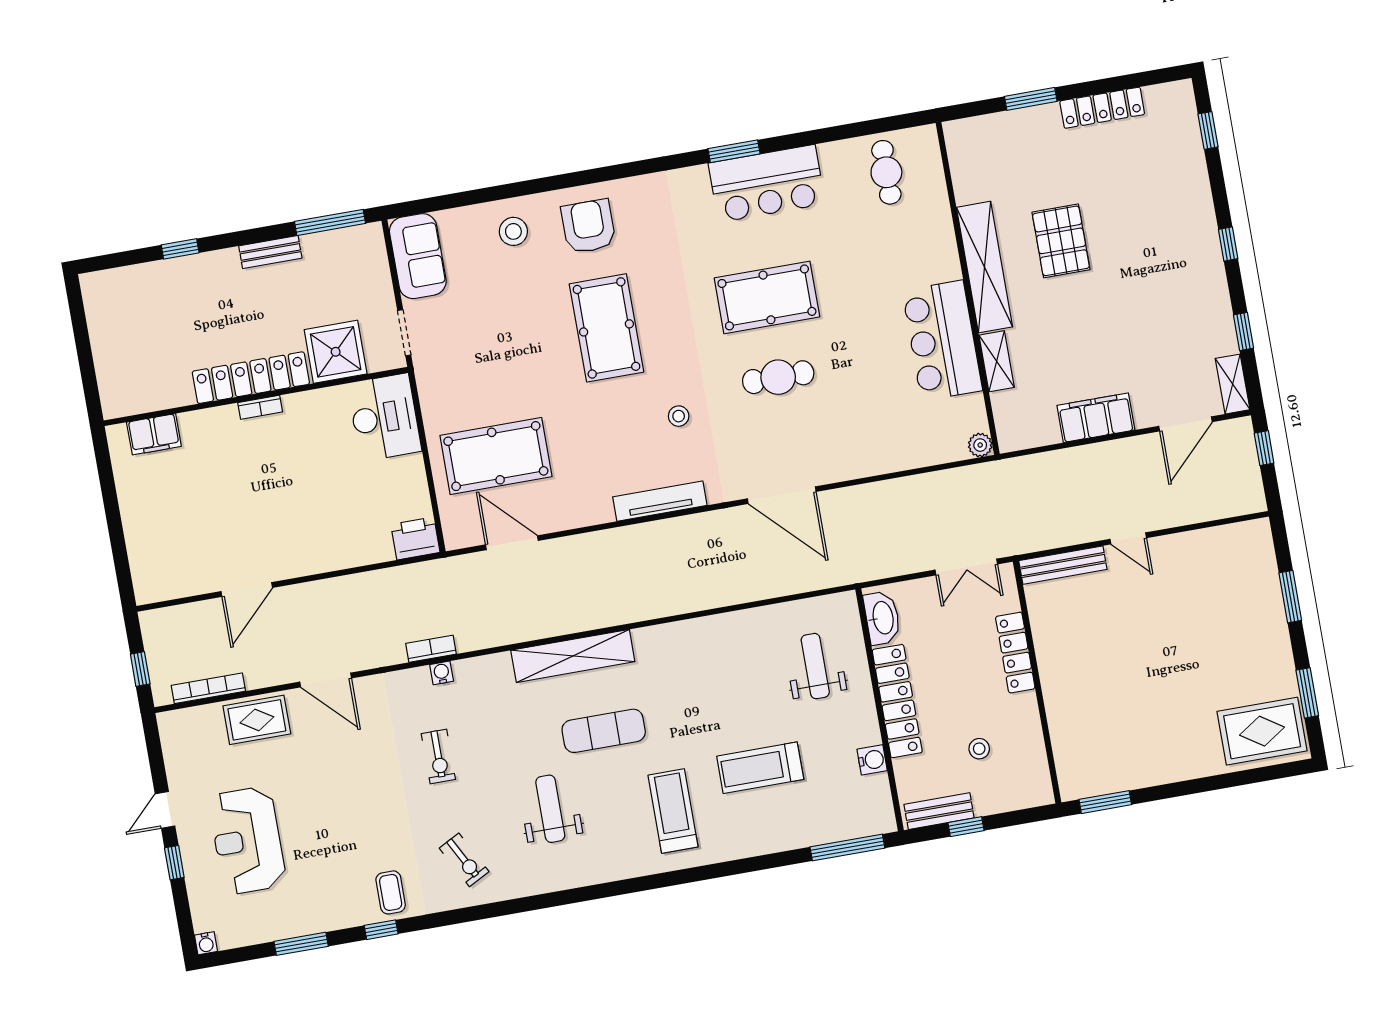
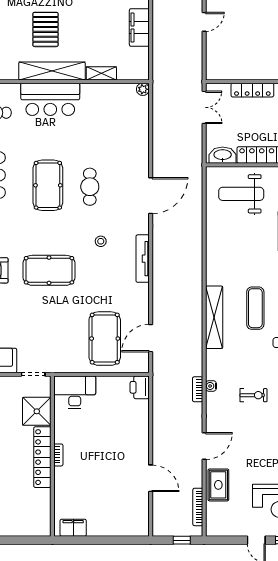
pallet: (1061, 241) -> (45, 29), turned 90
bar counter: (942, 341) -> (50, 99), moved
filing cabinet: (154, 434) -> (73, 528), moved, turned -90
bench: (1063, 565) -> (212, 58), removed
weight bench: (815, 666) -> (241, 194), width x1.36, depth x1.33

